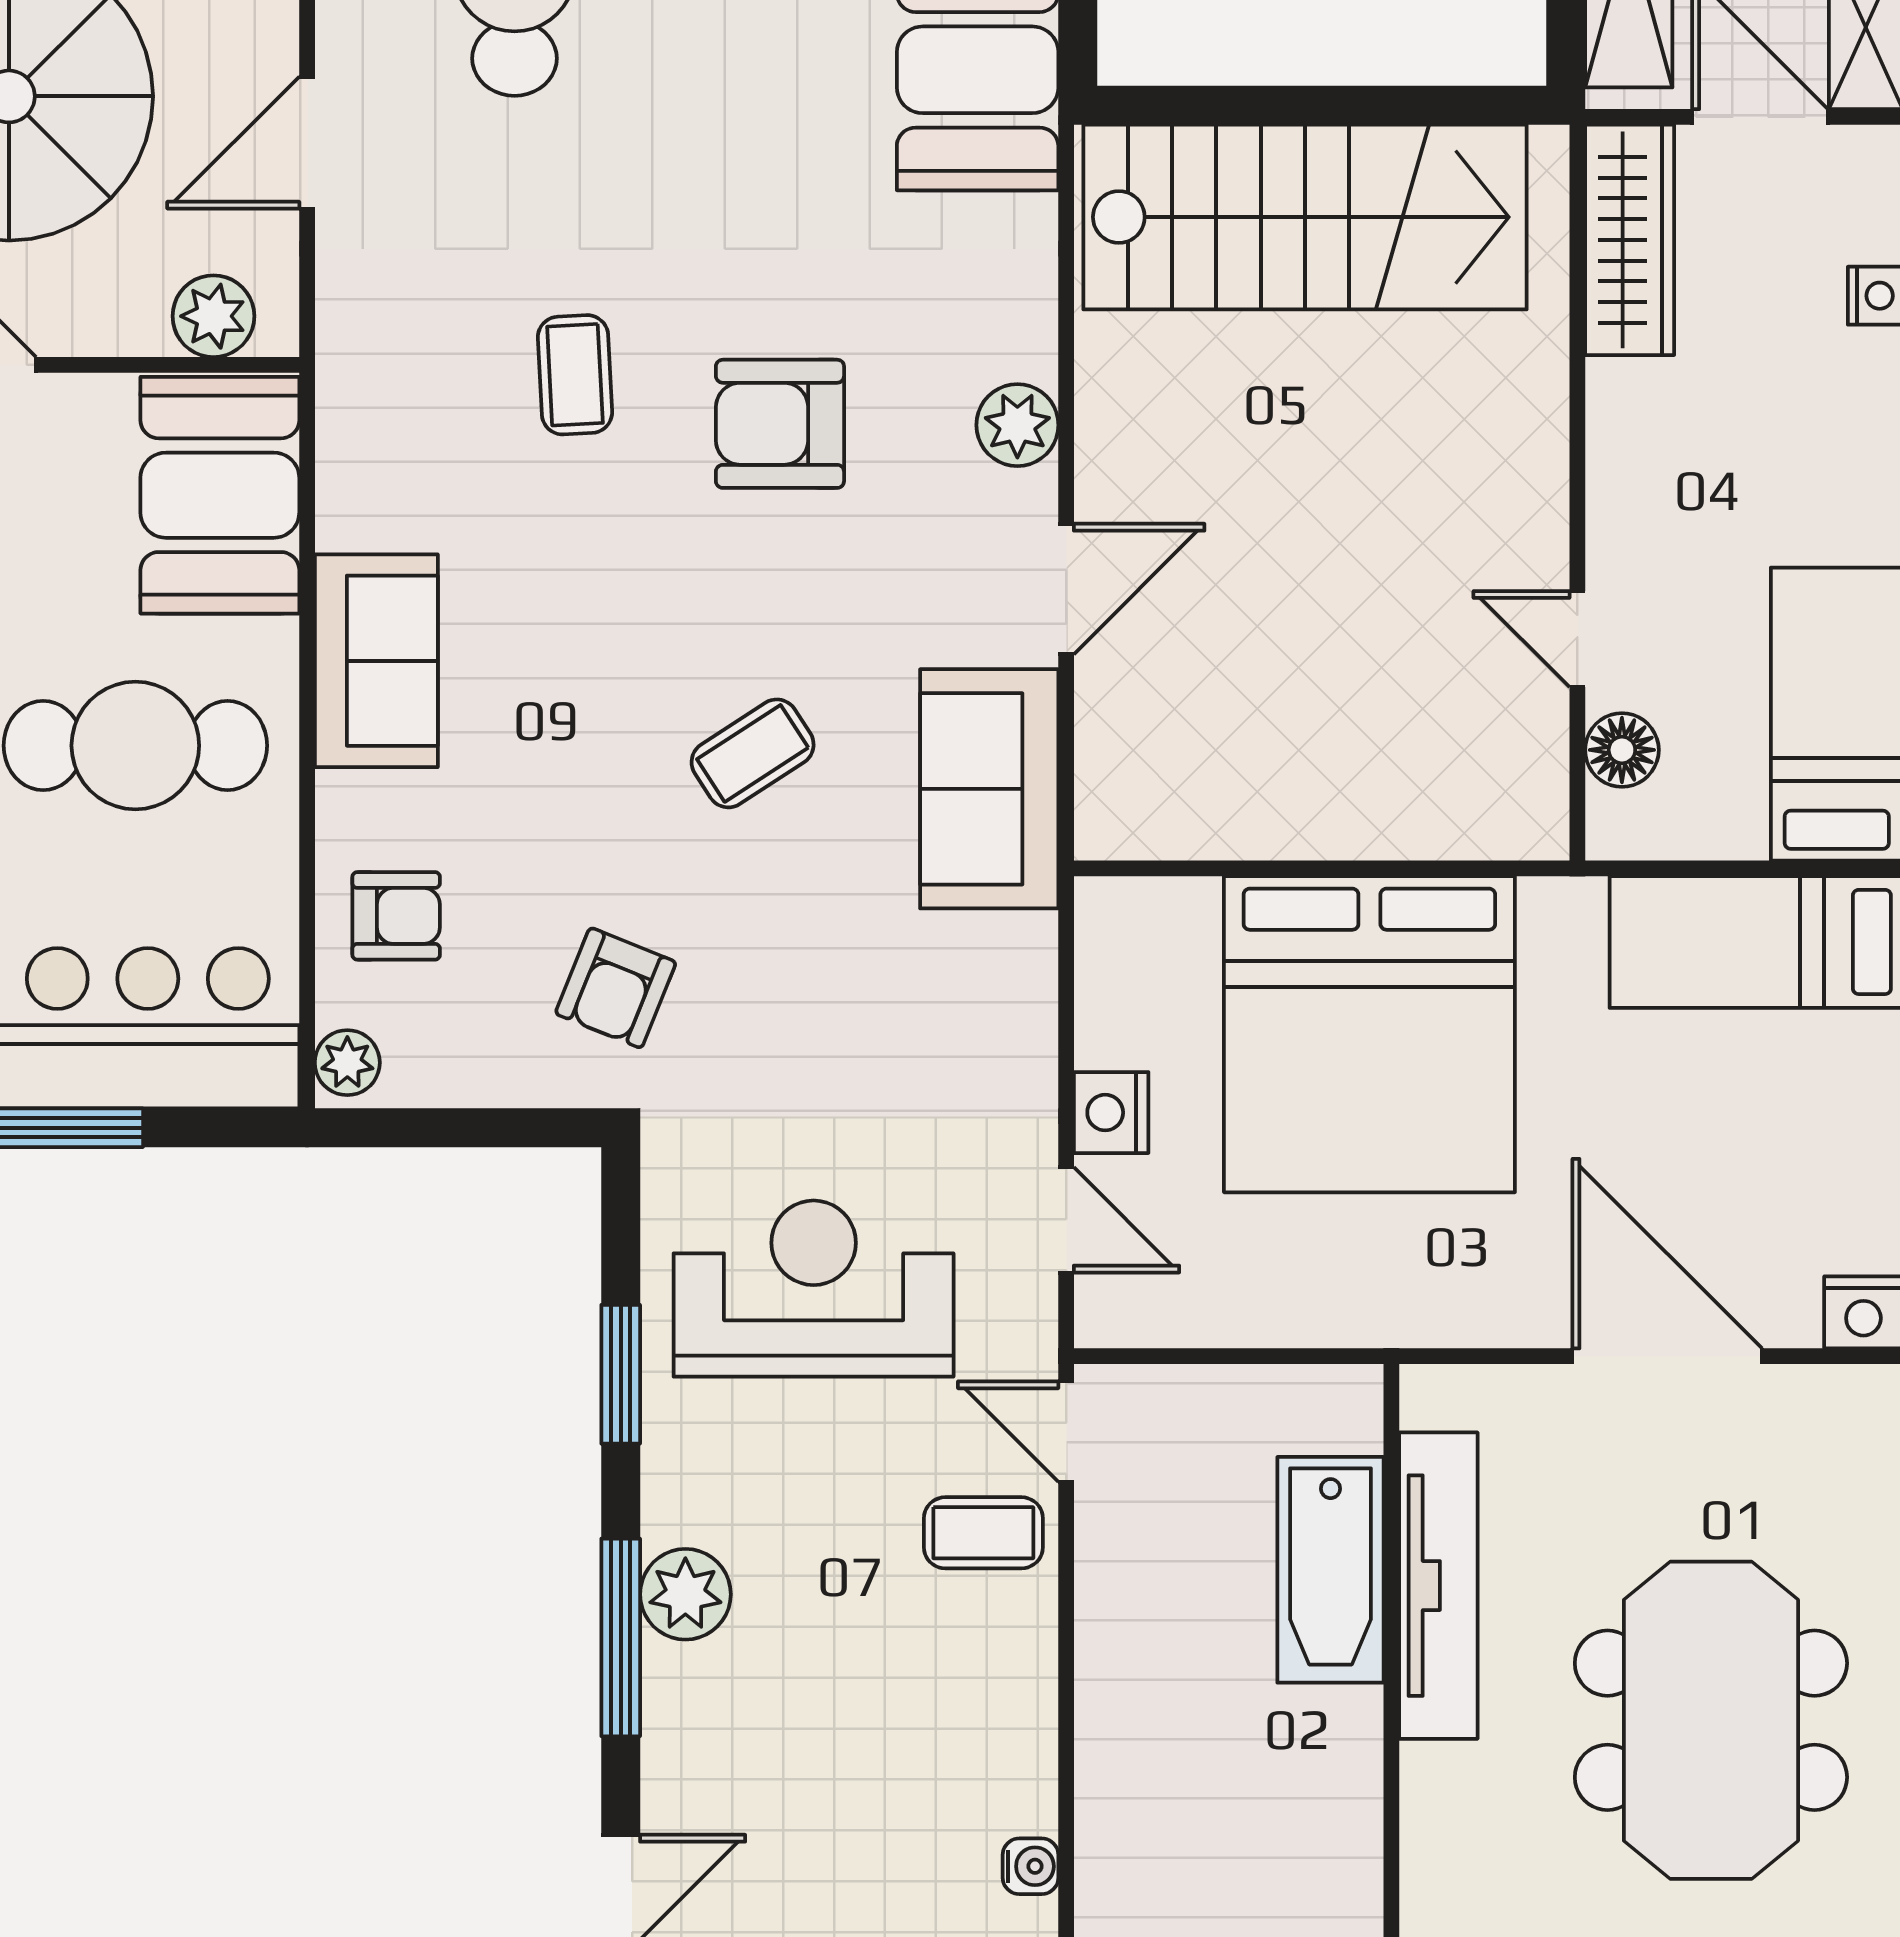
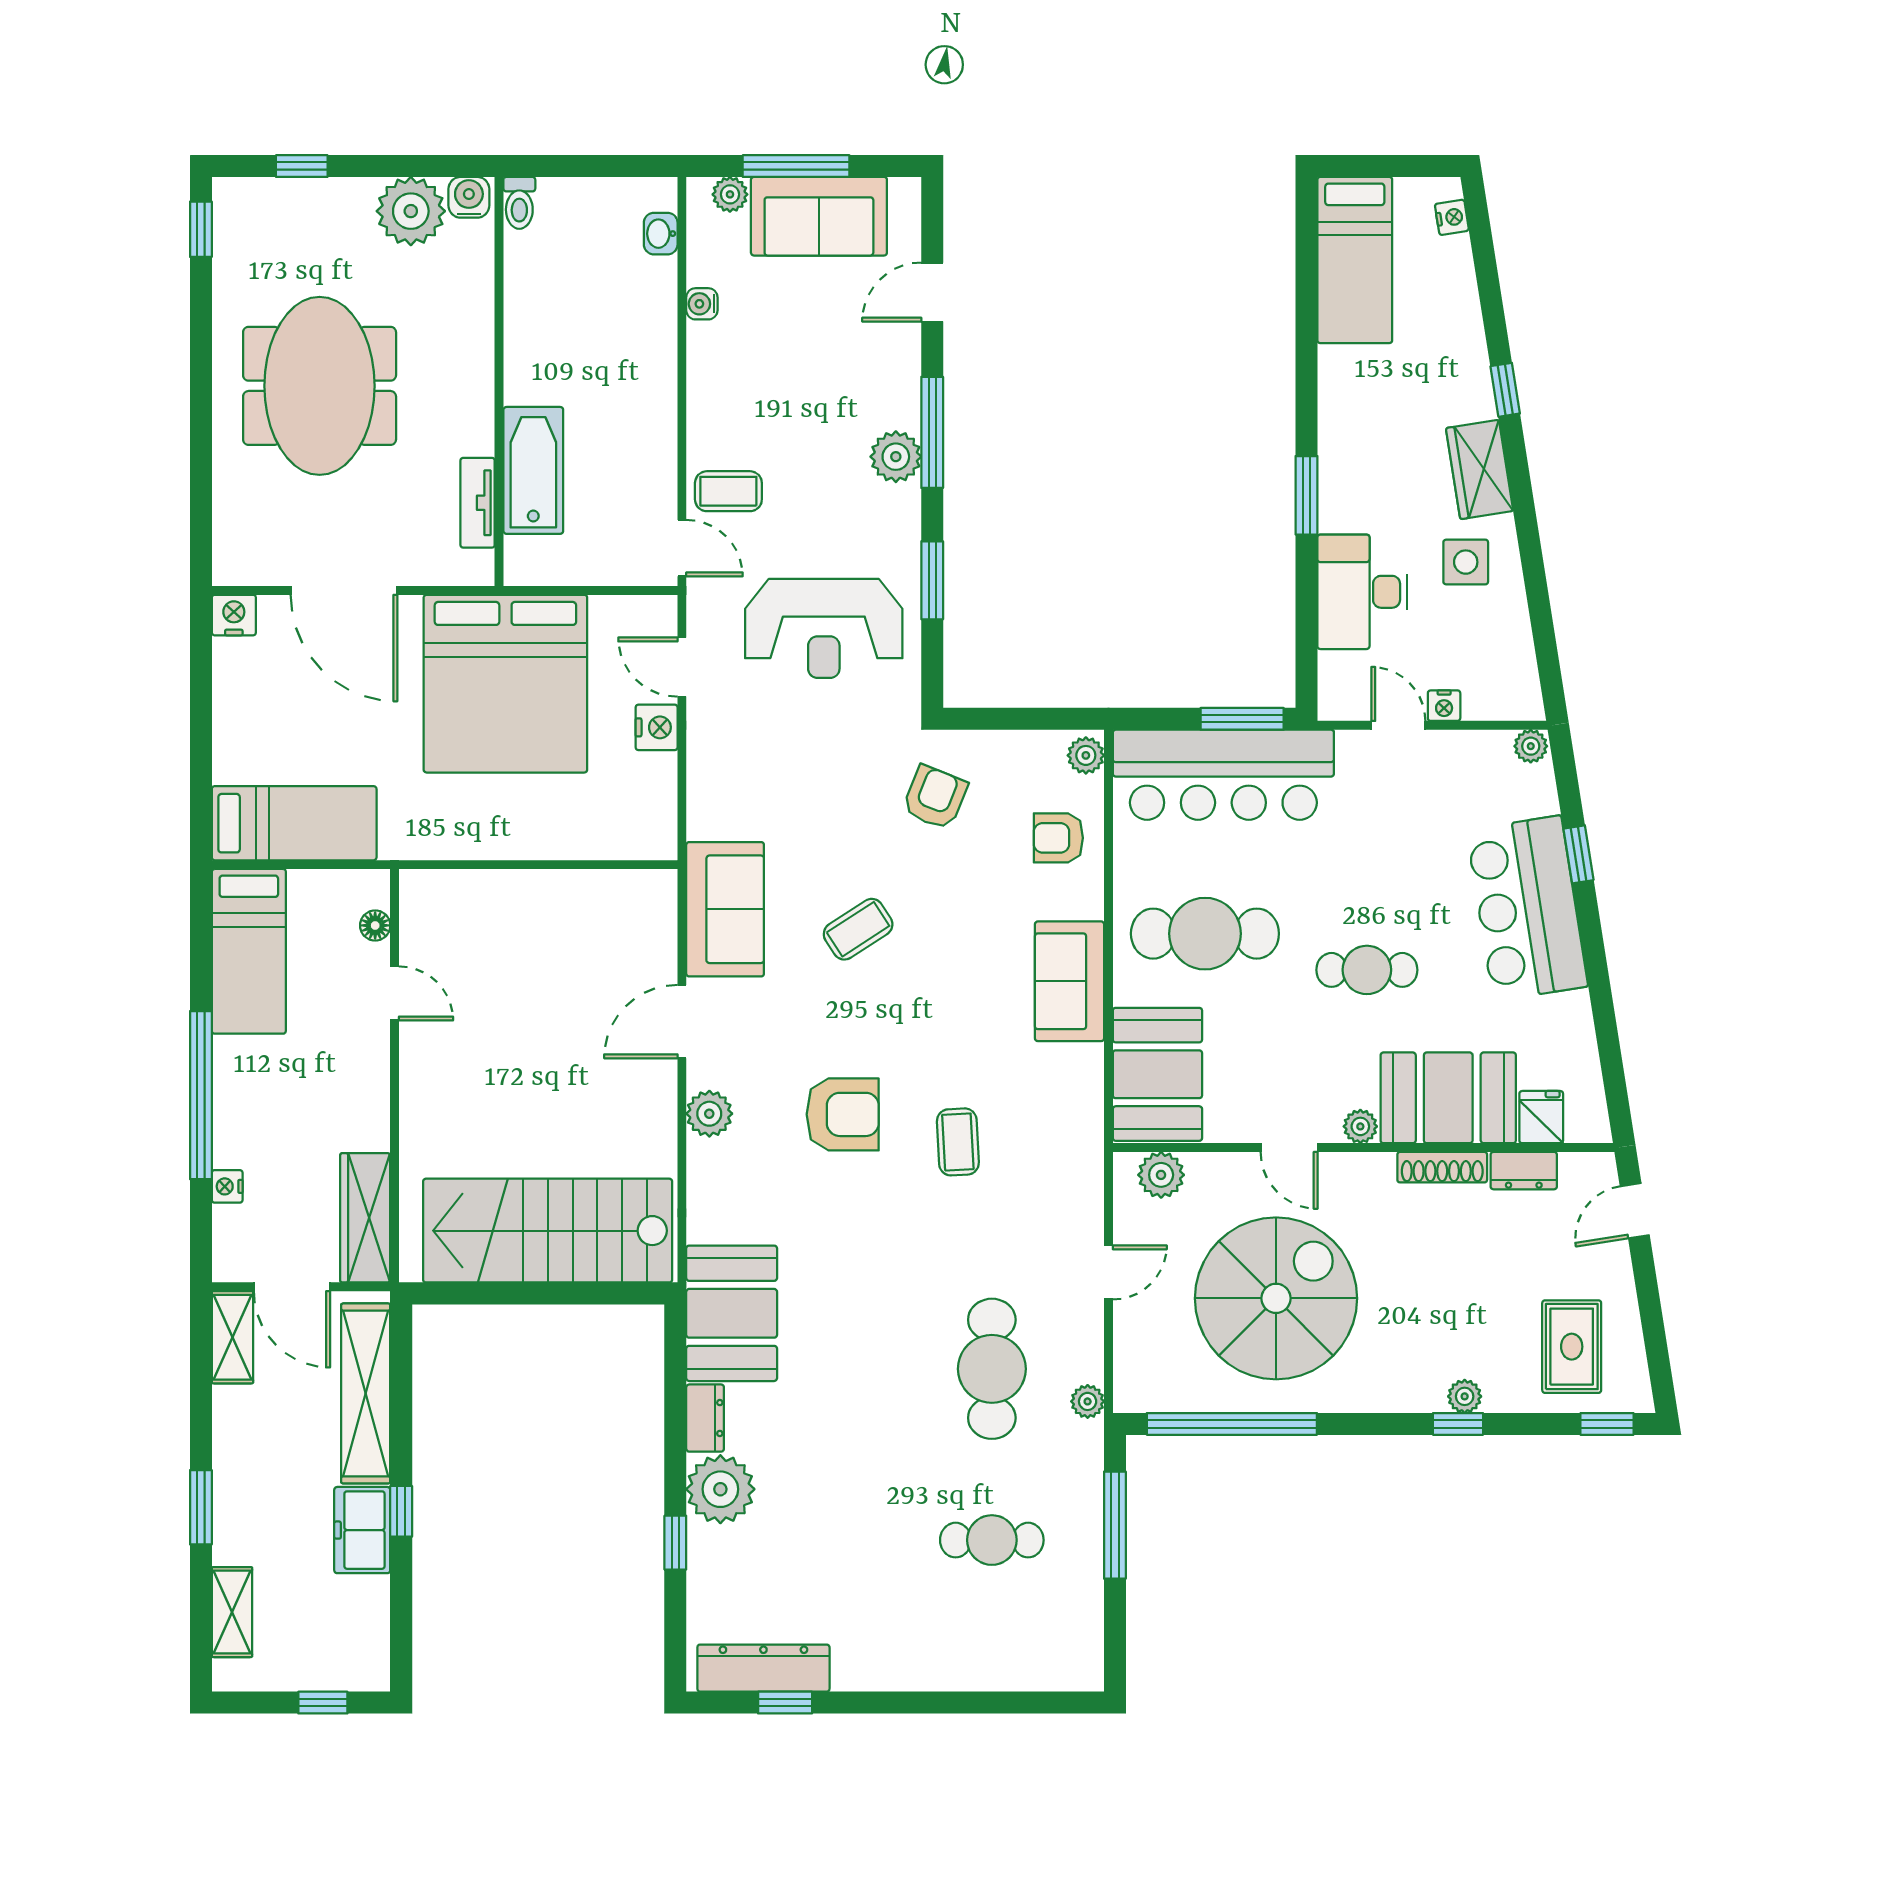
door: (307, 143) -> (1108, 1272), width x0.73
floor lamp: (1622, 750) -> (375, 925), width x0.73, depth x0.73
bed: (1369, 1034) -> (505, 684), moved, turned 180
tv unit: (1438, 1586) -> (478, 503), width x0.52, depth x0.78

